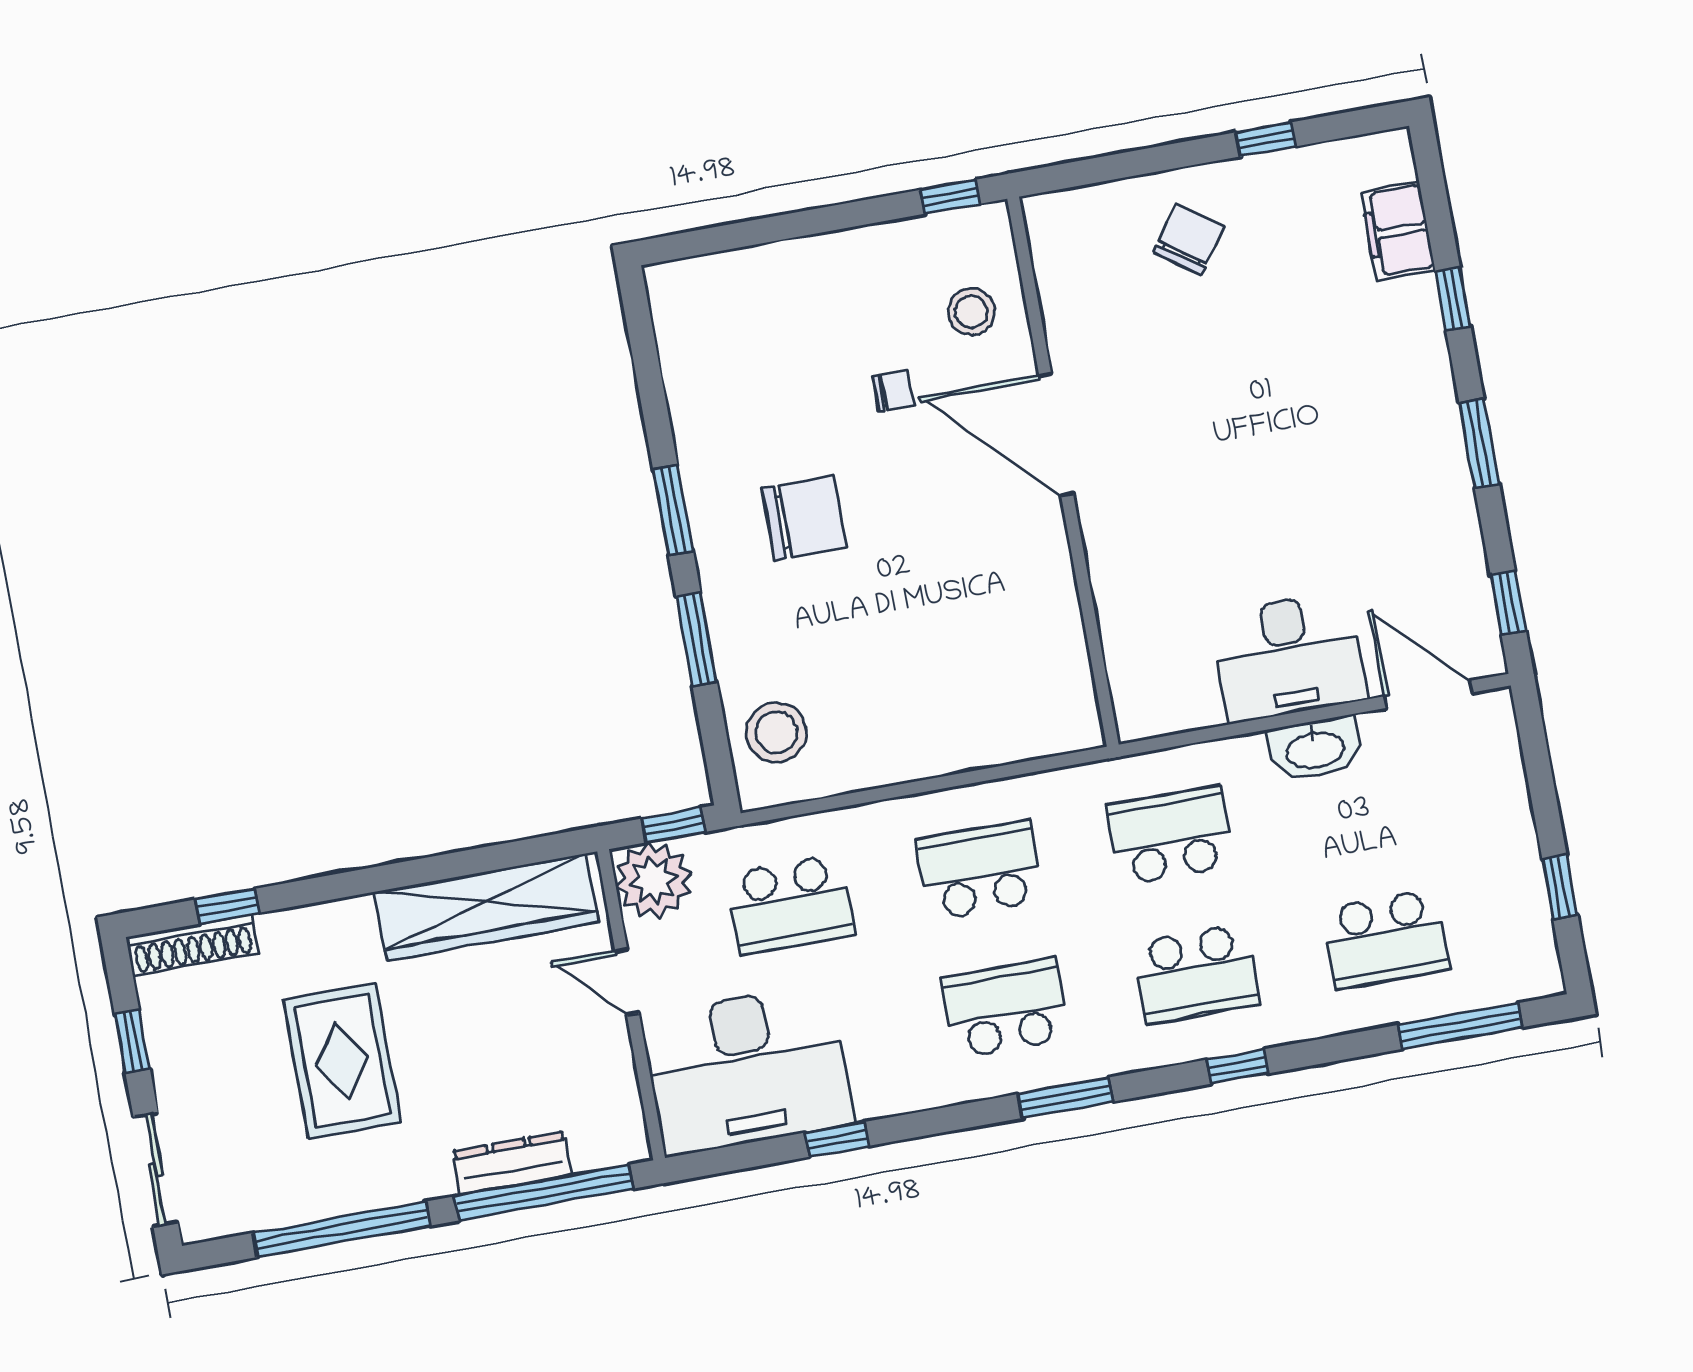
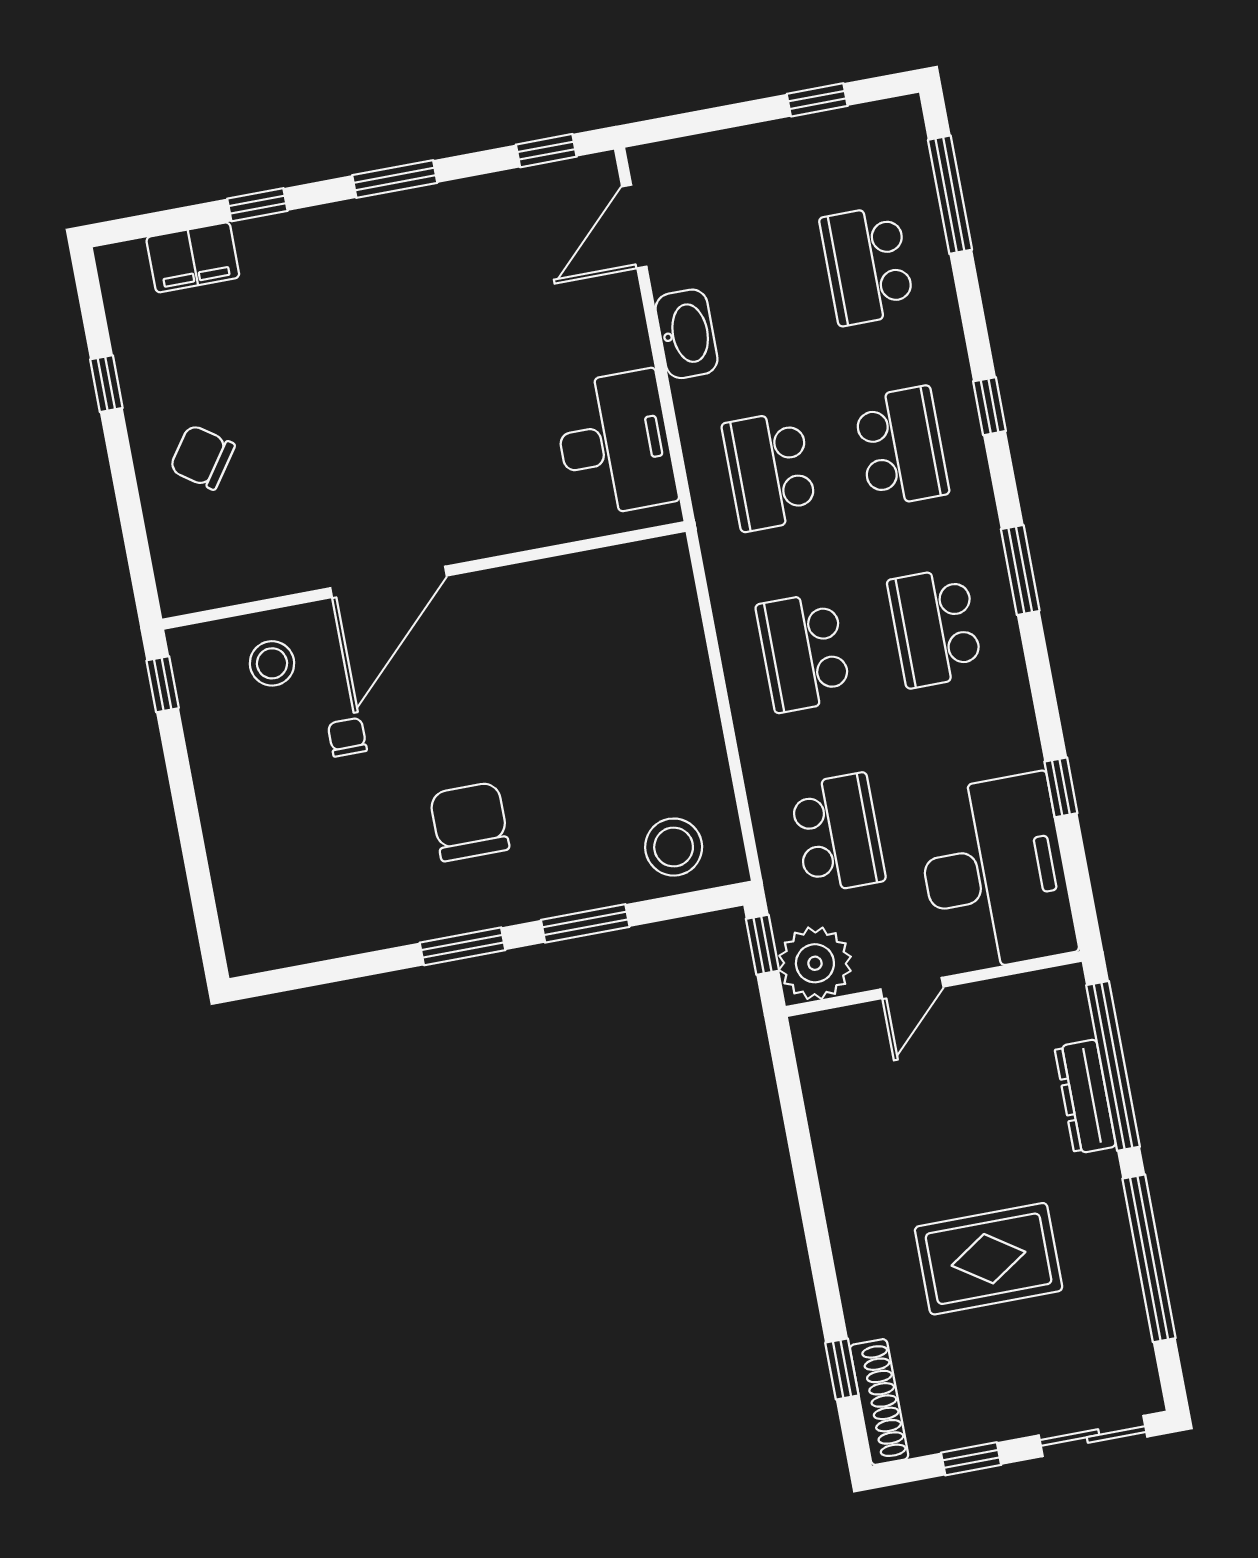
desk: (1289, 657) -> (615, 444), moved
wardrobe: (487, 907) -> (841, 1122), removed
school desk: (1386, 939) -> (867, 265), turned 180

